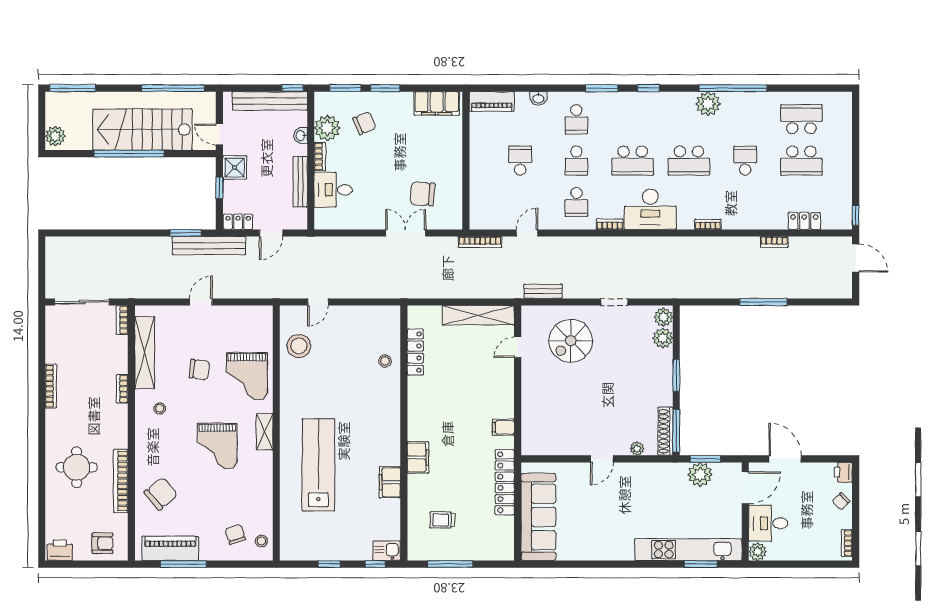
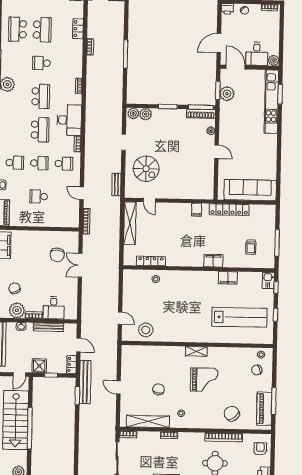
grand piano: (247, 376) -> (163, 361), removed
lab bench: (318, 465) -> (239, 317), moved, turned 180

